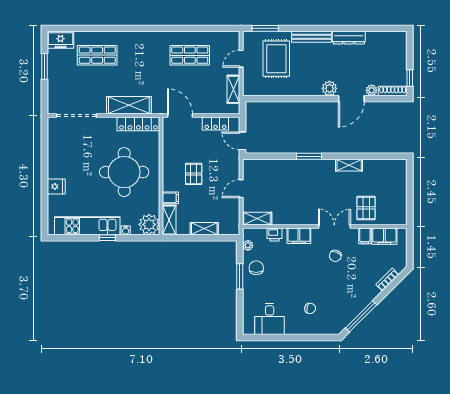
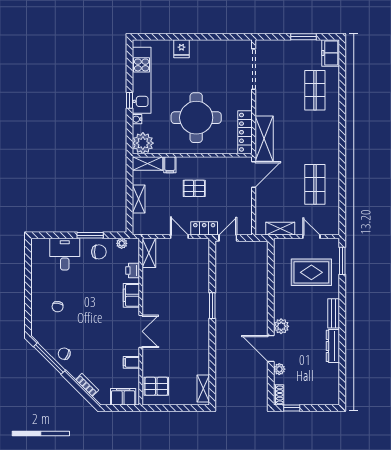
bench: (311, 37) -> (334, 313), width x0.73
shoe rack: (393, 91) -> (279, 395), width x0.70
shelving: (129, 105) -> (264, 139), moved
locker: (215, 124) -> (204, 228), moved, turned 90
shelving: (349, 165) -> (203, 389), moved
pallet: (366, 208) -> (156, 386), moved
filing cabinet: (384, 236) -> (123, 397), moved, turned 90
chair: (335, 256) -> (64, 354), moved
desk: (270, 319) -> (65, 254), moved, turned 90

